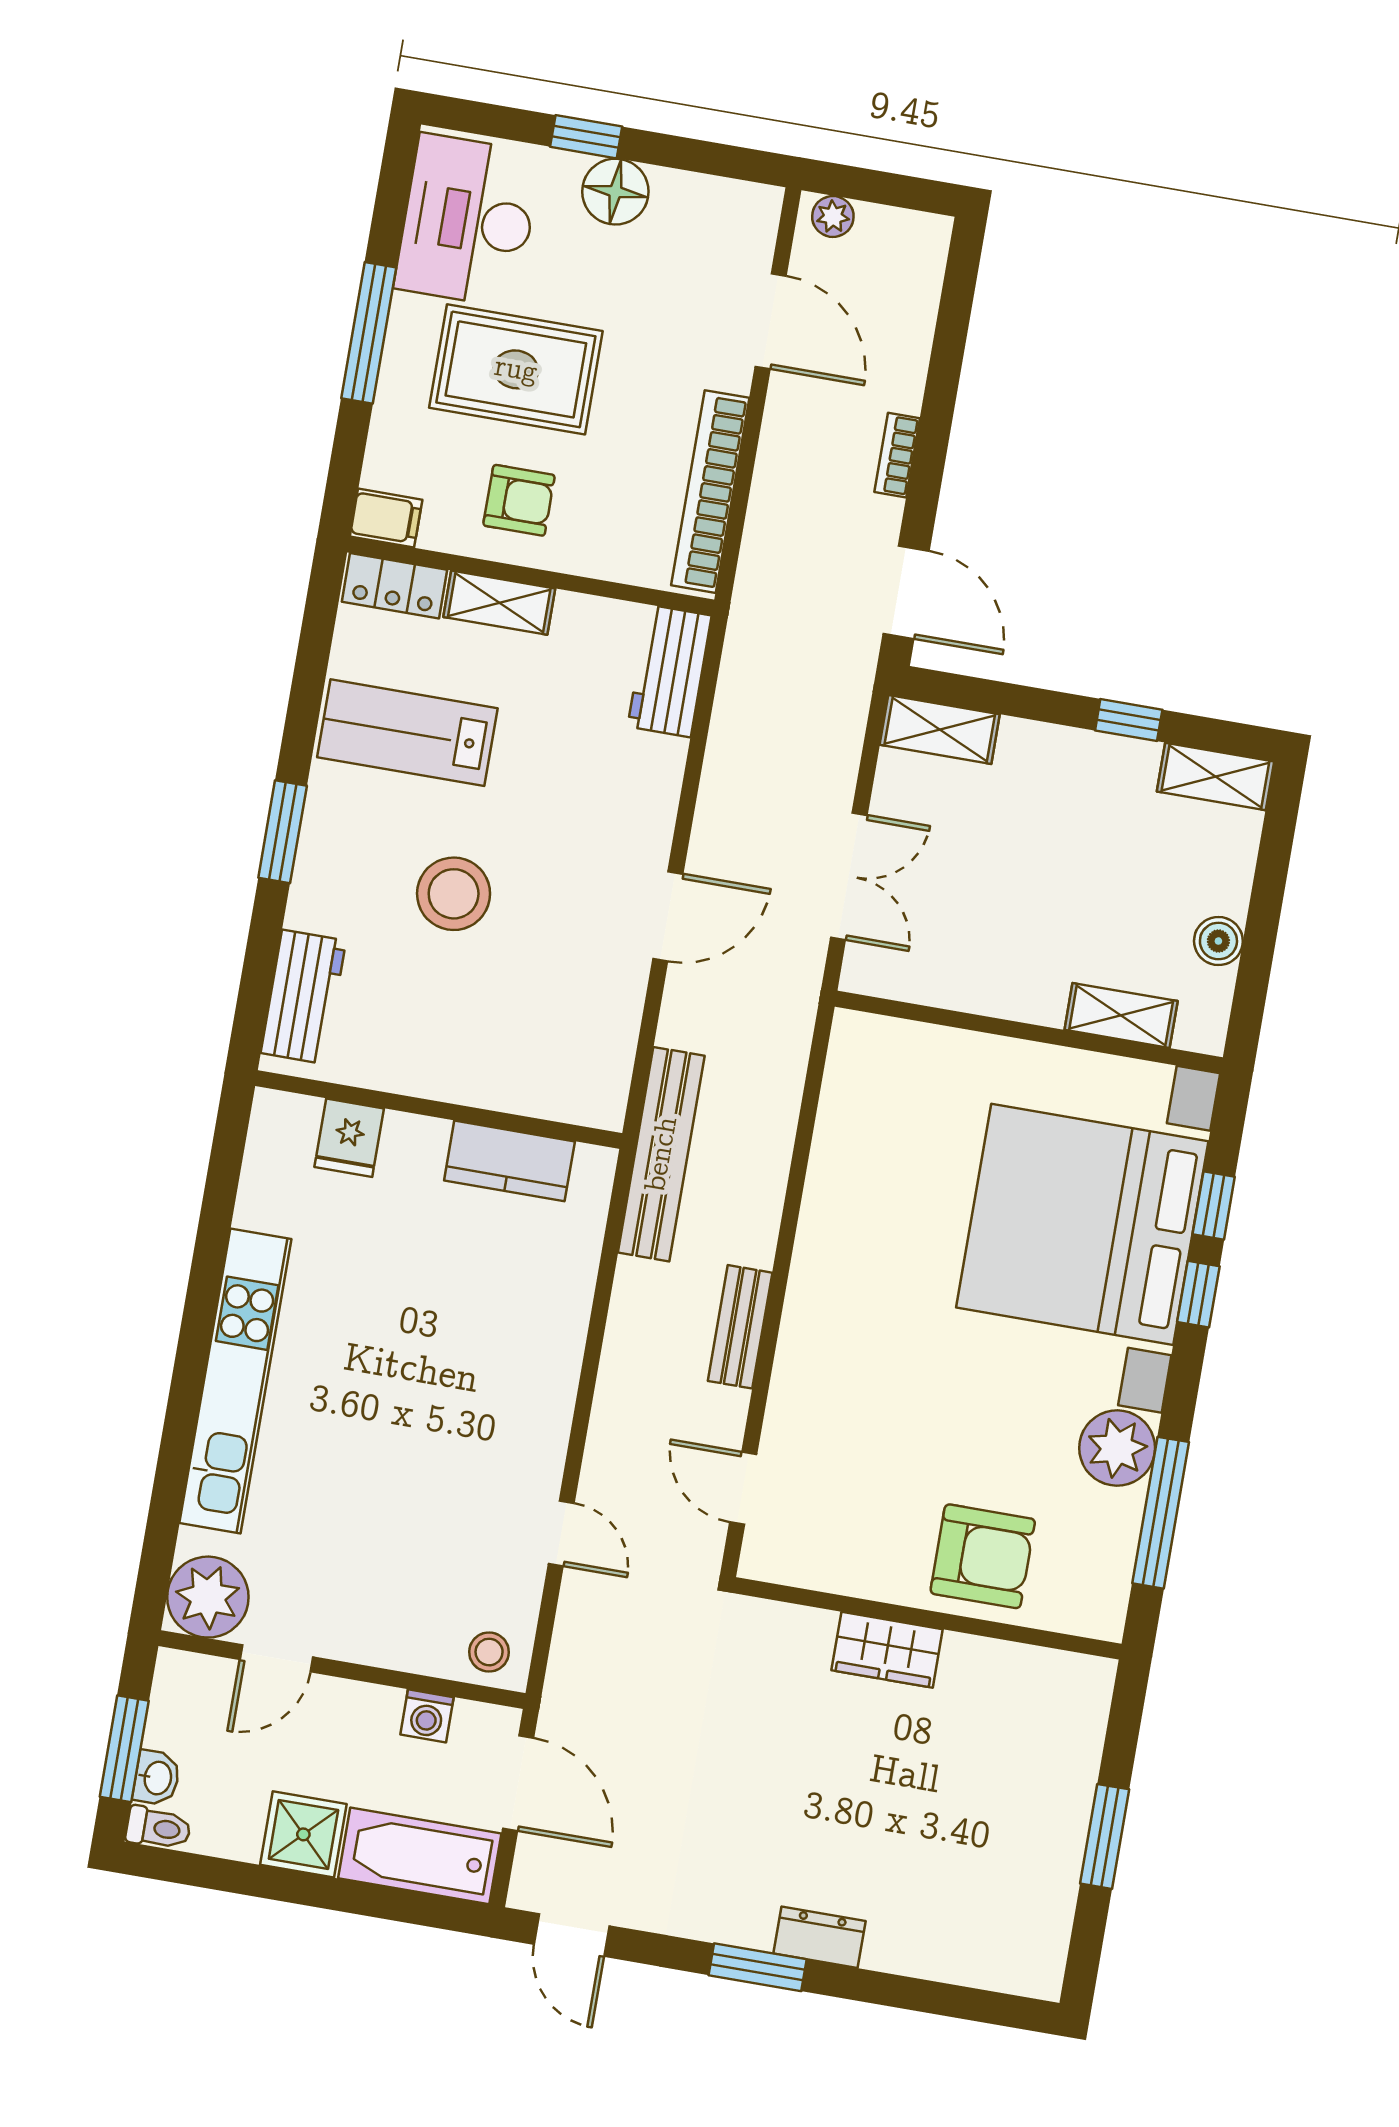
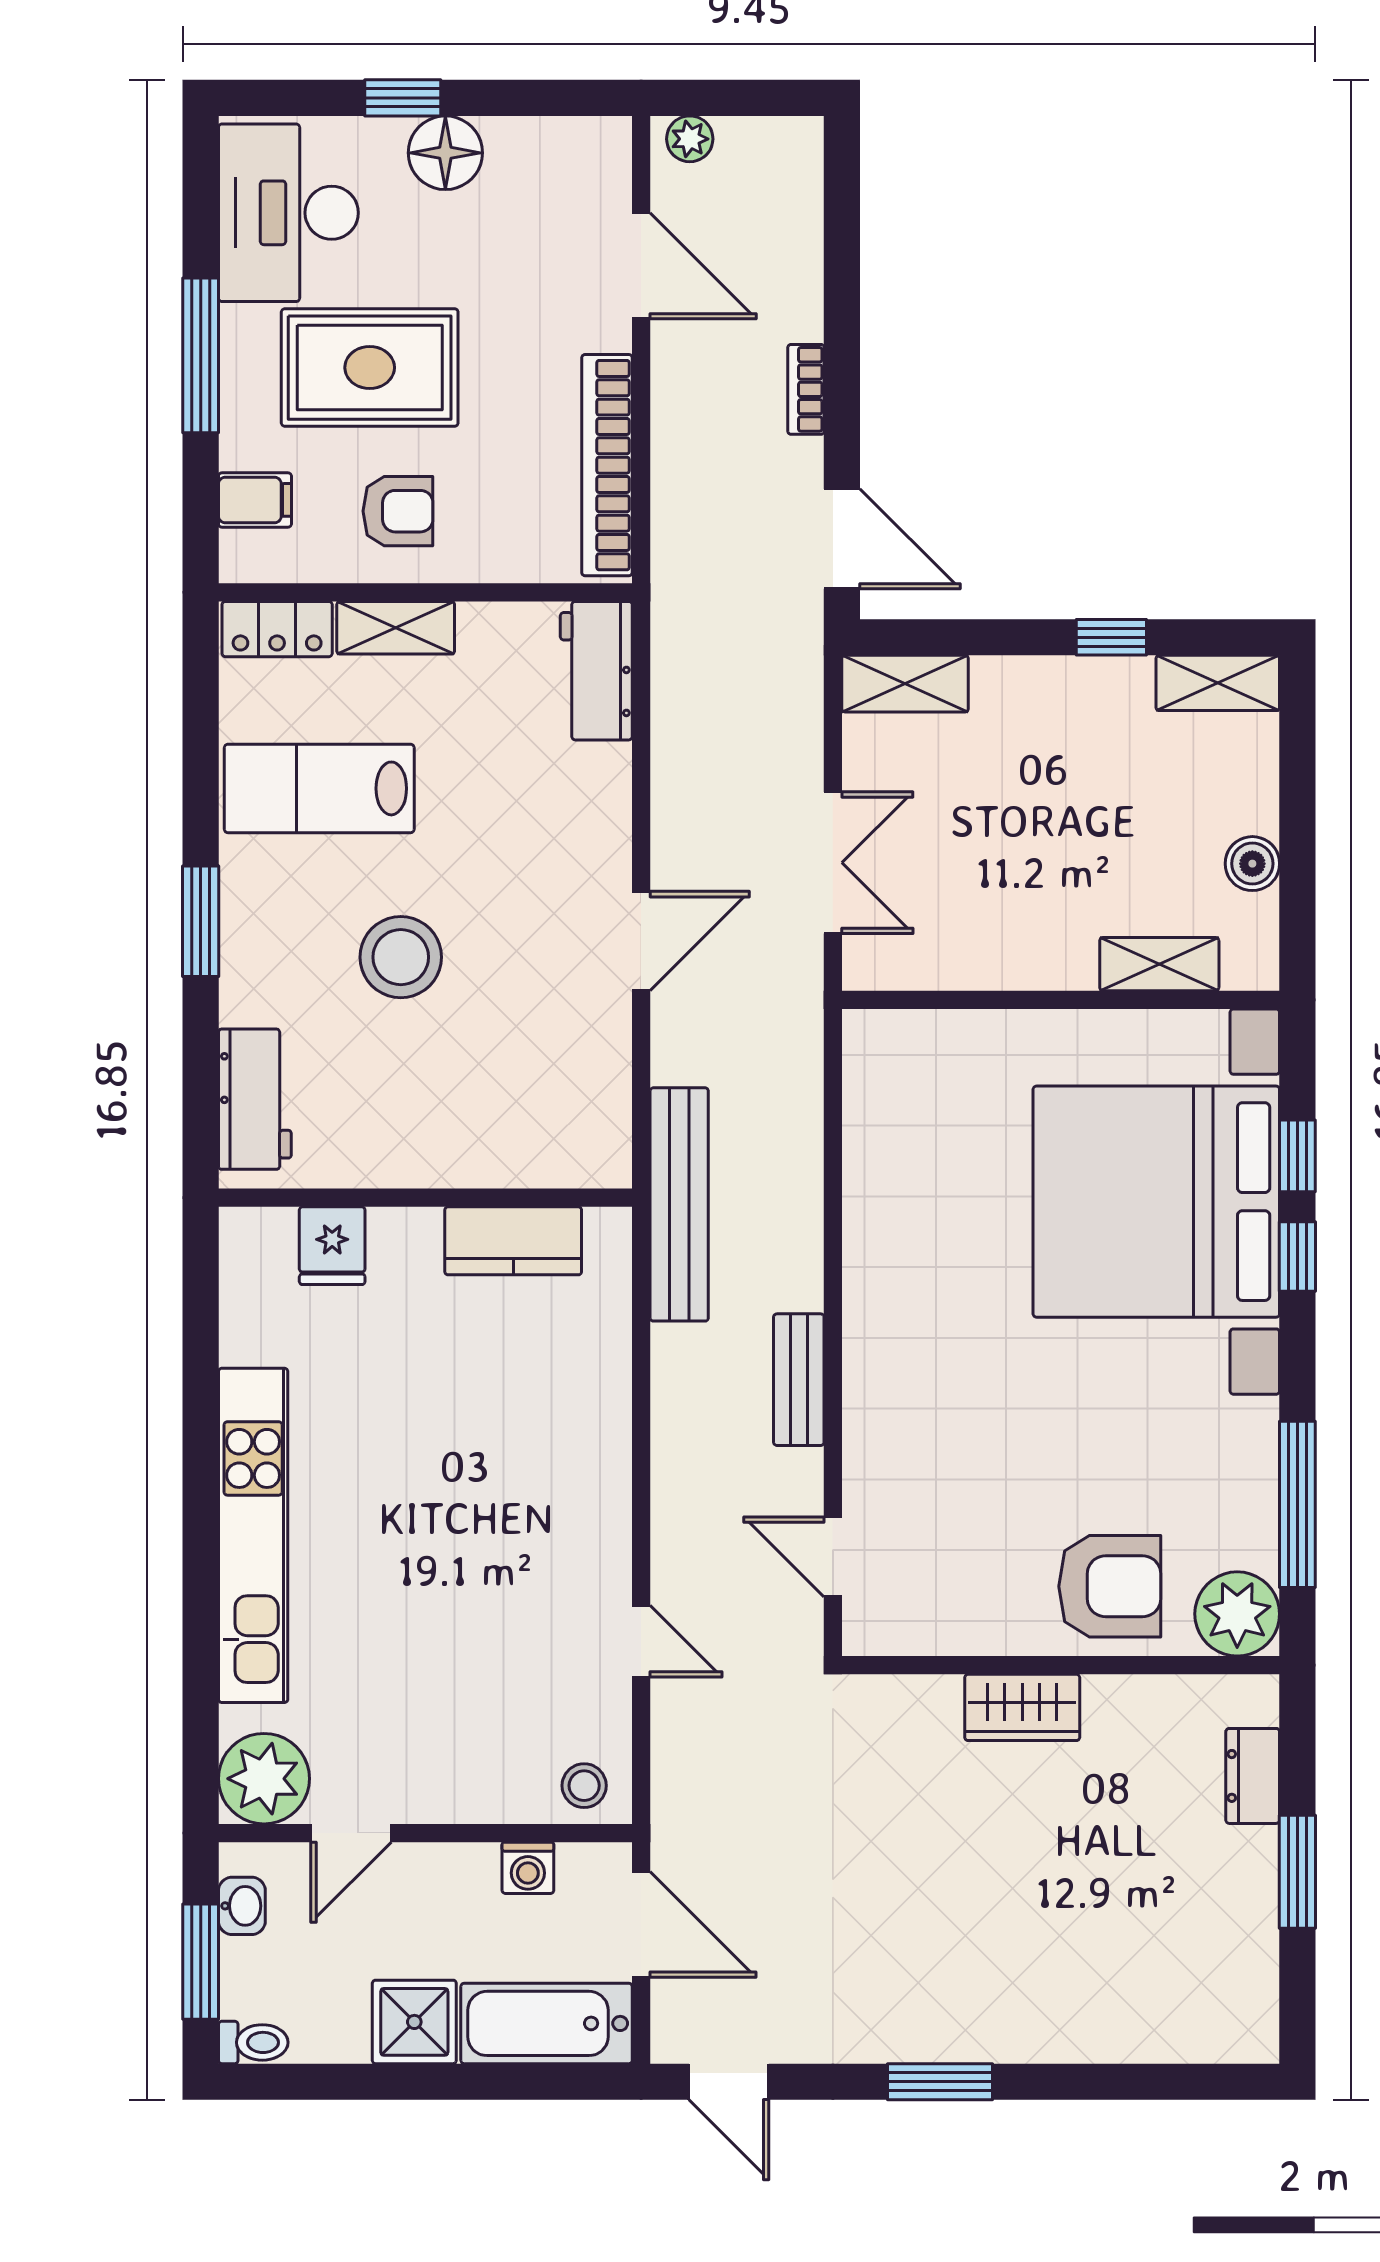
filing cabinet: (386, 518) -> (255, 500), moved
plant: (1117, 1448) -> (1237, 1614), moved
washbasin: (157, 1778) -> (242, 1906), moved
dresser: (819, 1937) -> (1253, 1776), moved, turned -90

